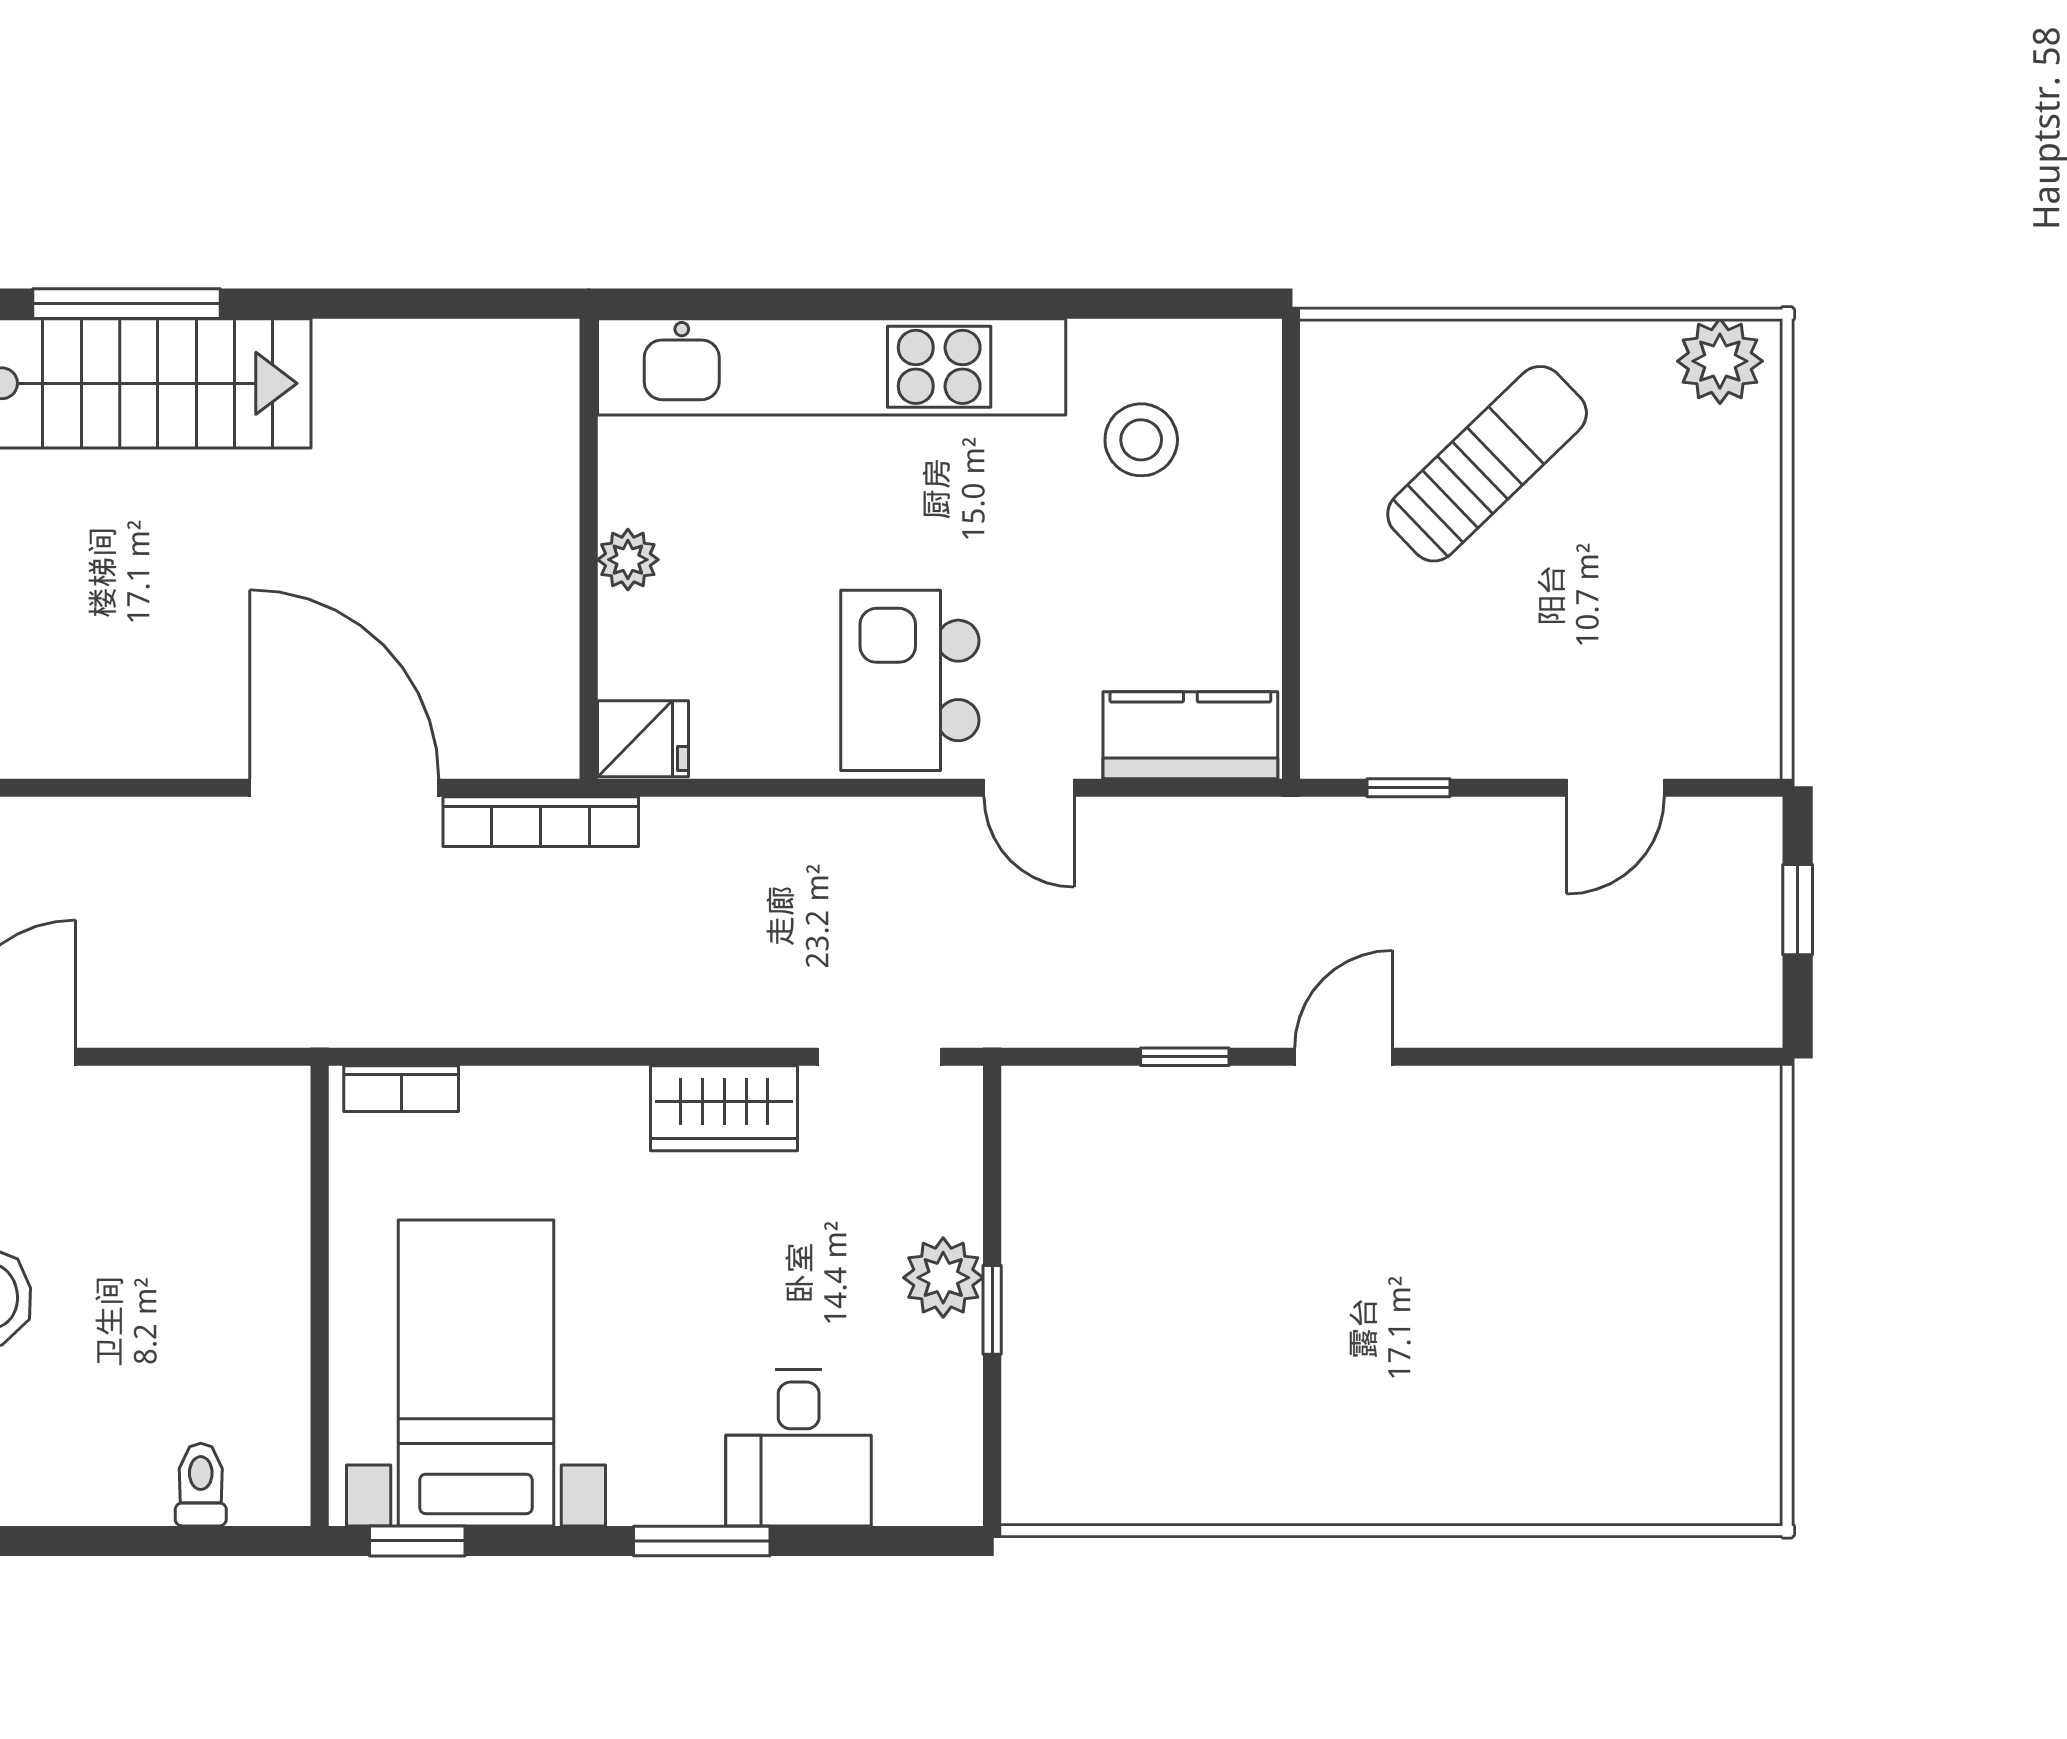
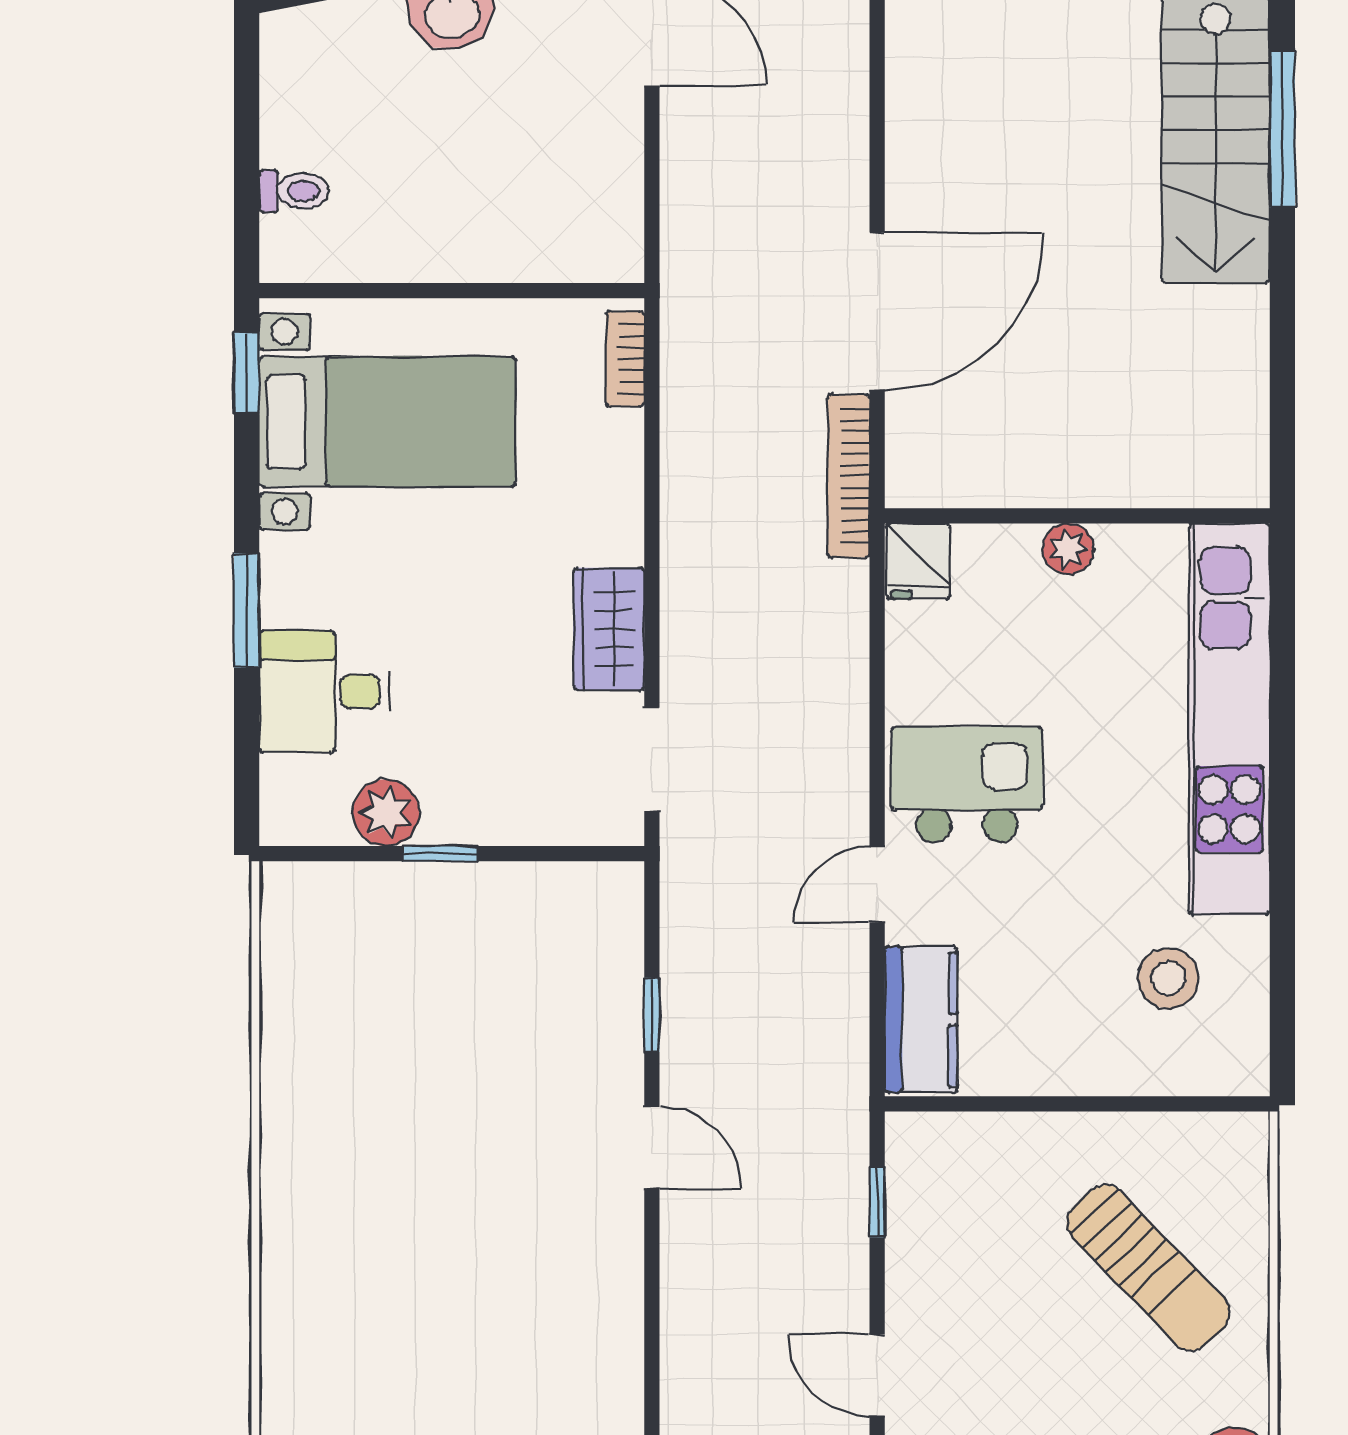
plant: (943, 1278) -> (386, 813), moved

